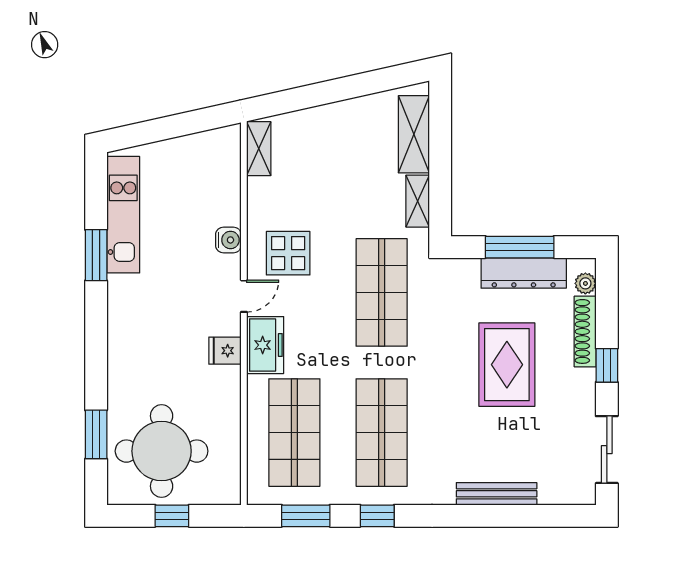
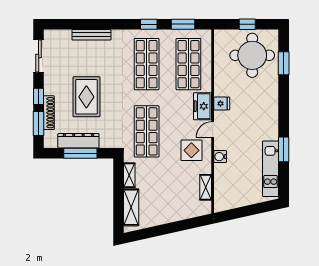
shelving: (259, 149) -> (206, 187), moved
plant: (585, 283) -> (49, 136), removed
window: (607, 309) -> (39, 124), added

